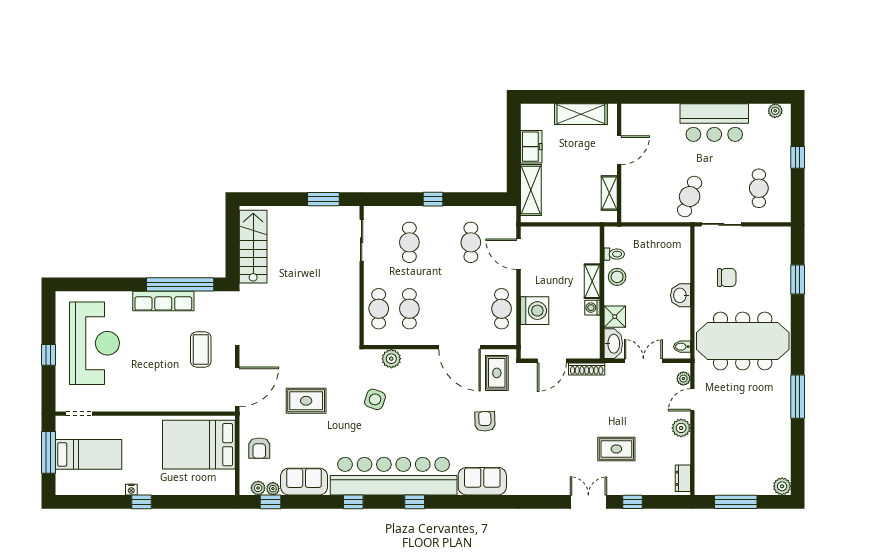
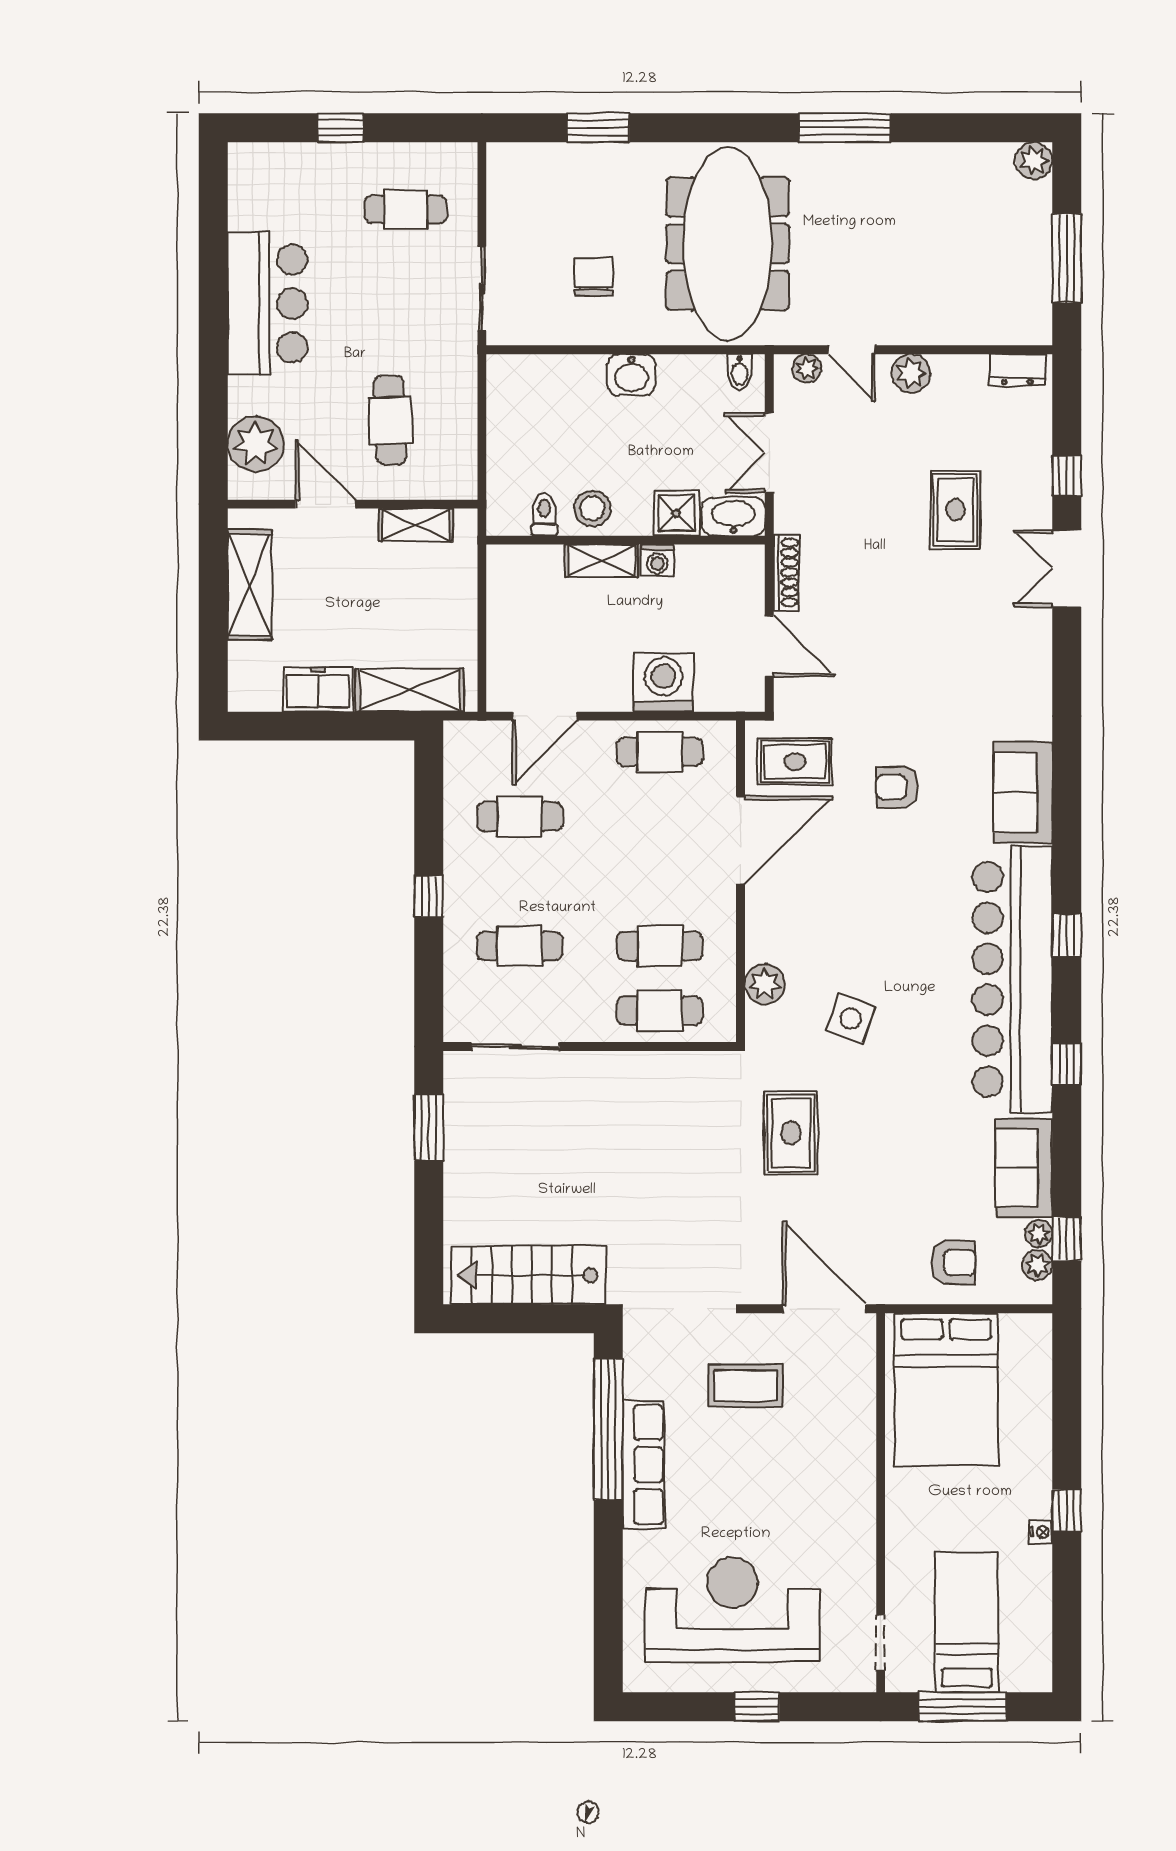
plant: (775, 111) -> (256, 444), moved, width x1.87, depth x1.87
cafe table: (690, 196) -> (390, 420), moved, turned 68
rug: (306, 401) -> (791, 1133), moved

